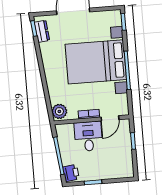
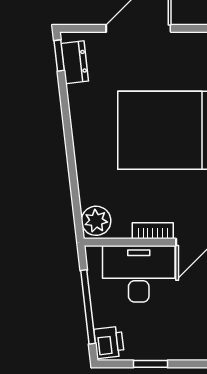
desk: (88, 136) -> (139, 274), width x1.37

